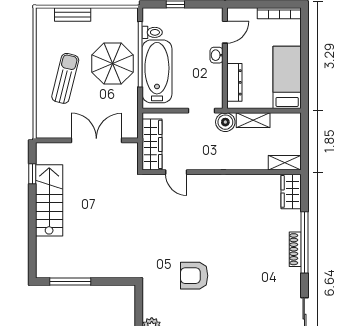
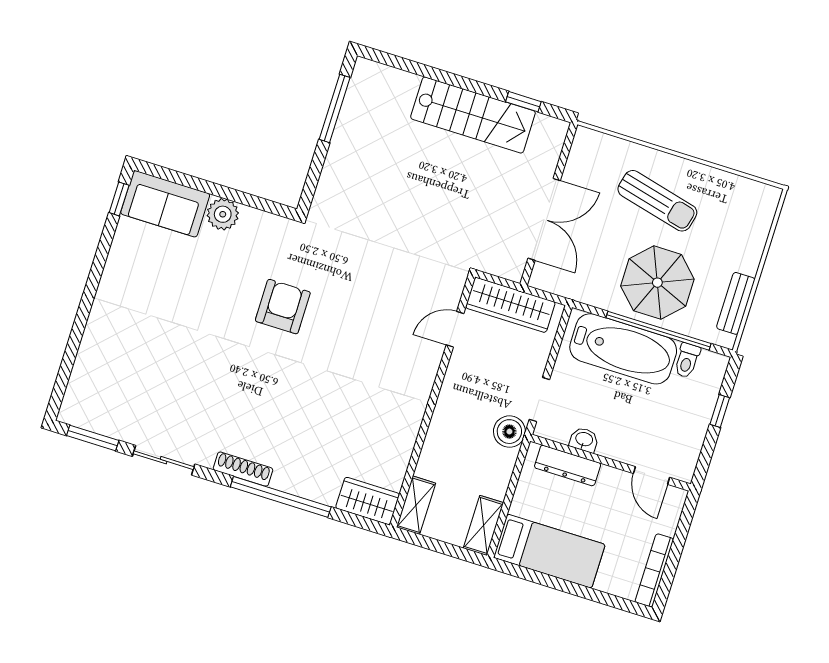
bench: (73, 15) -> (736, 303), moved
washbasin: (217, 55) -> (584, 440), moved
shelving: (253, 120) -> (483, 525), moved
shoe rack: (295, 249) -> (243, 469), moved

